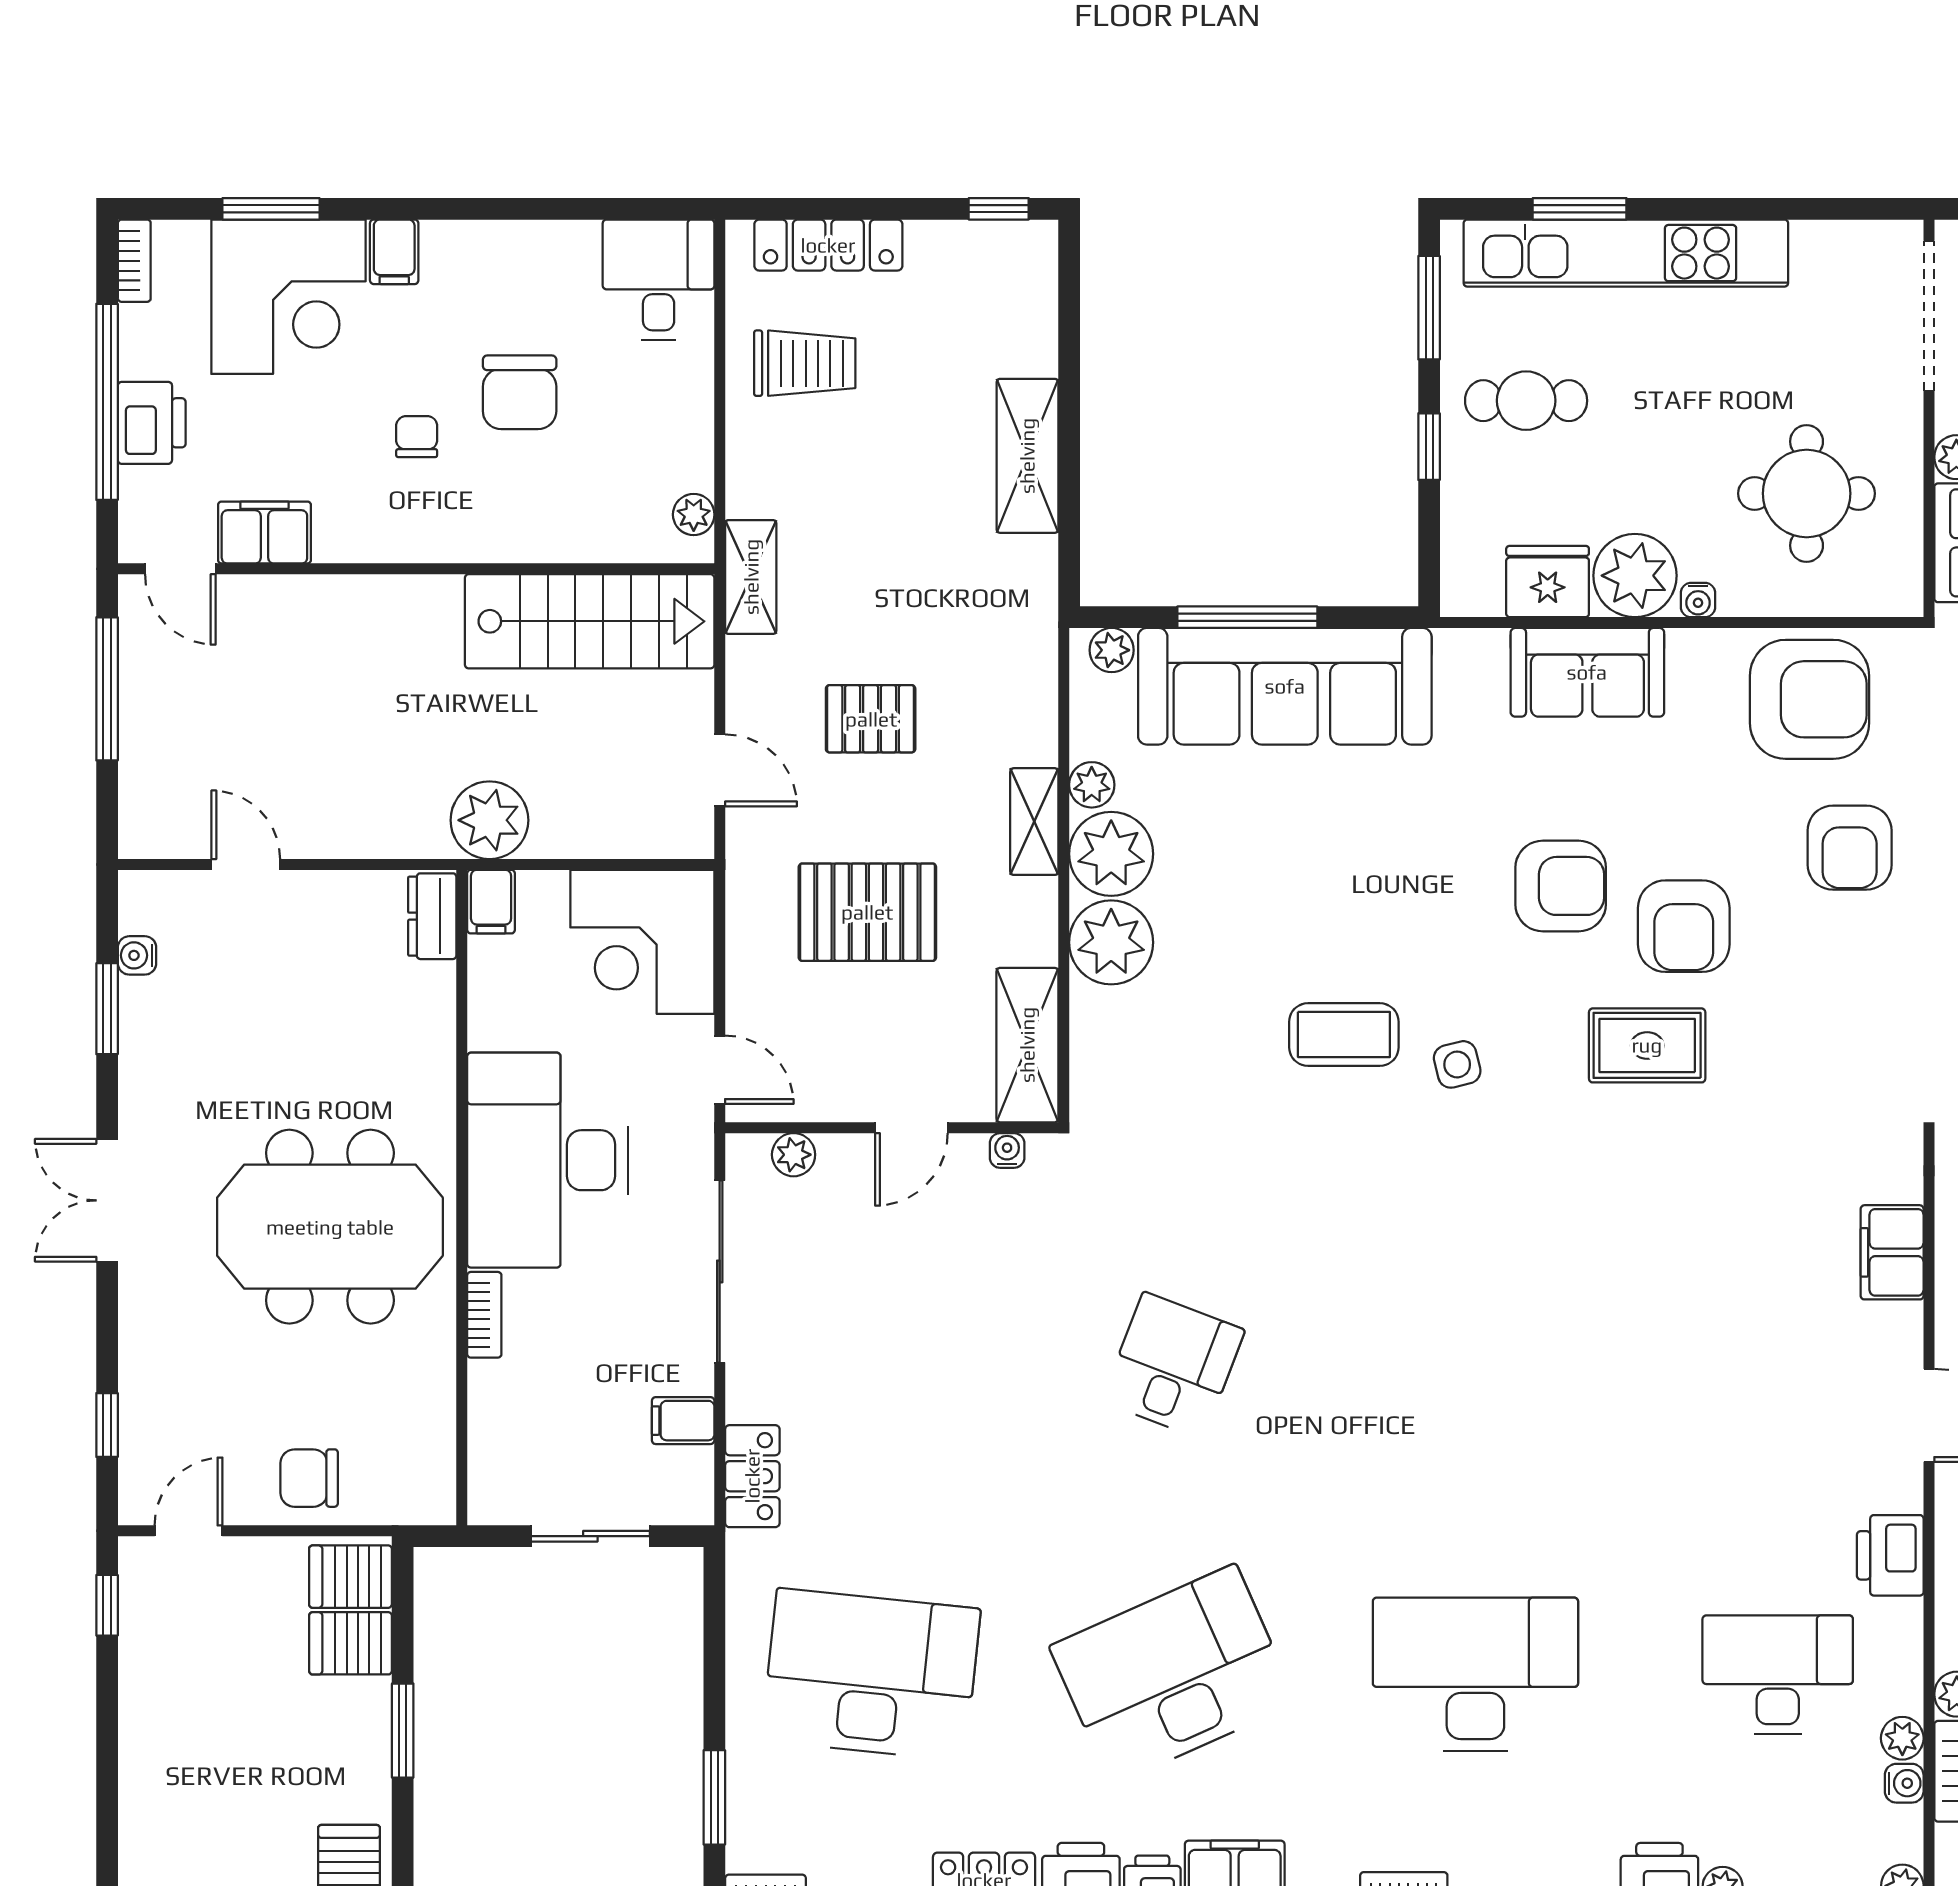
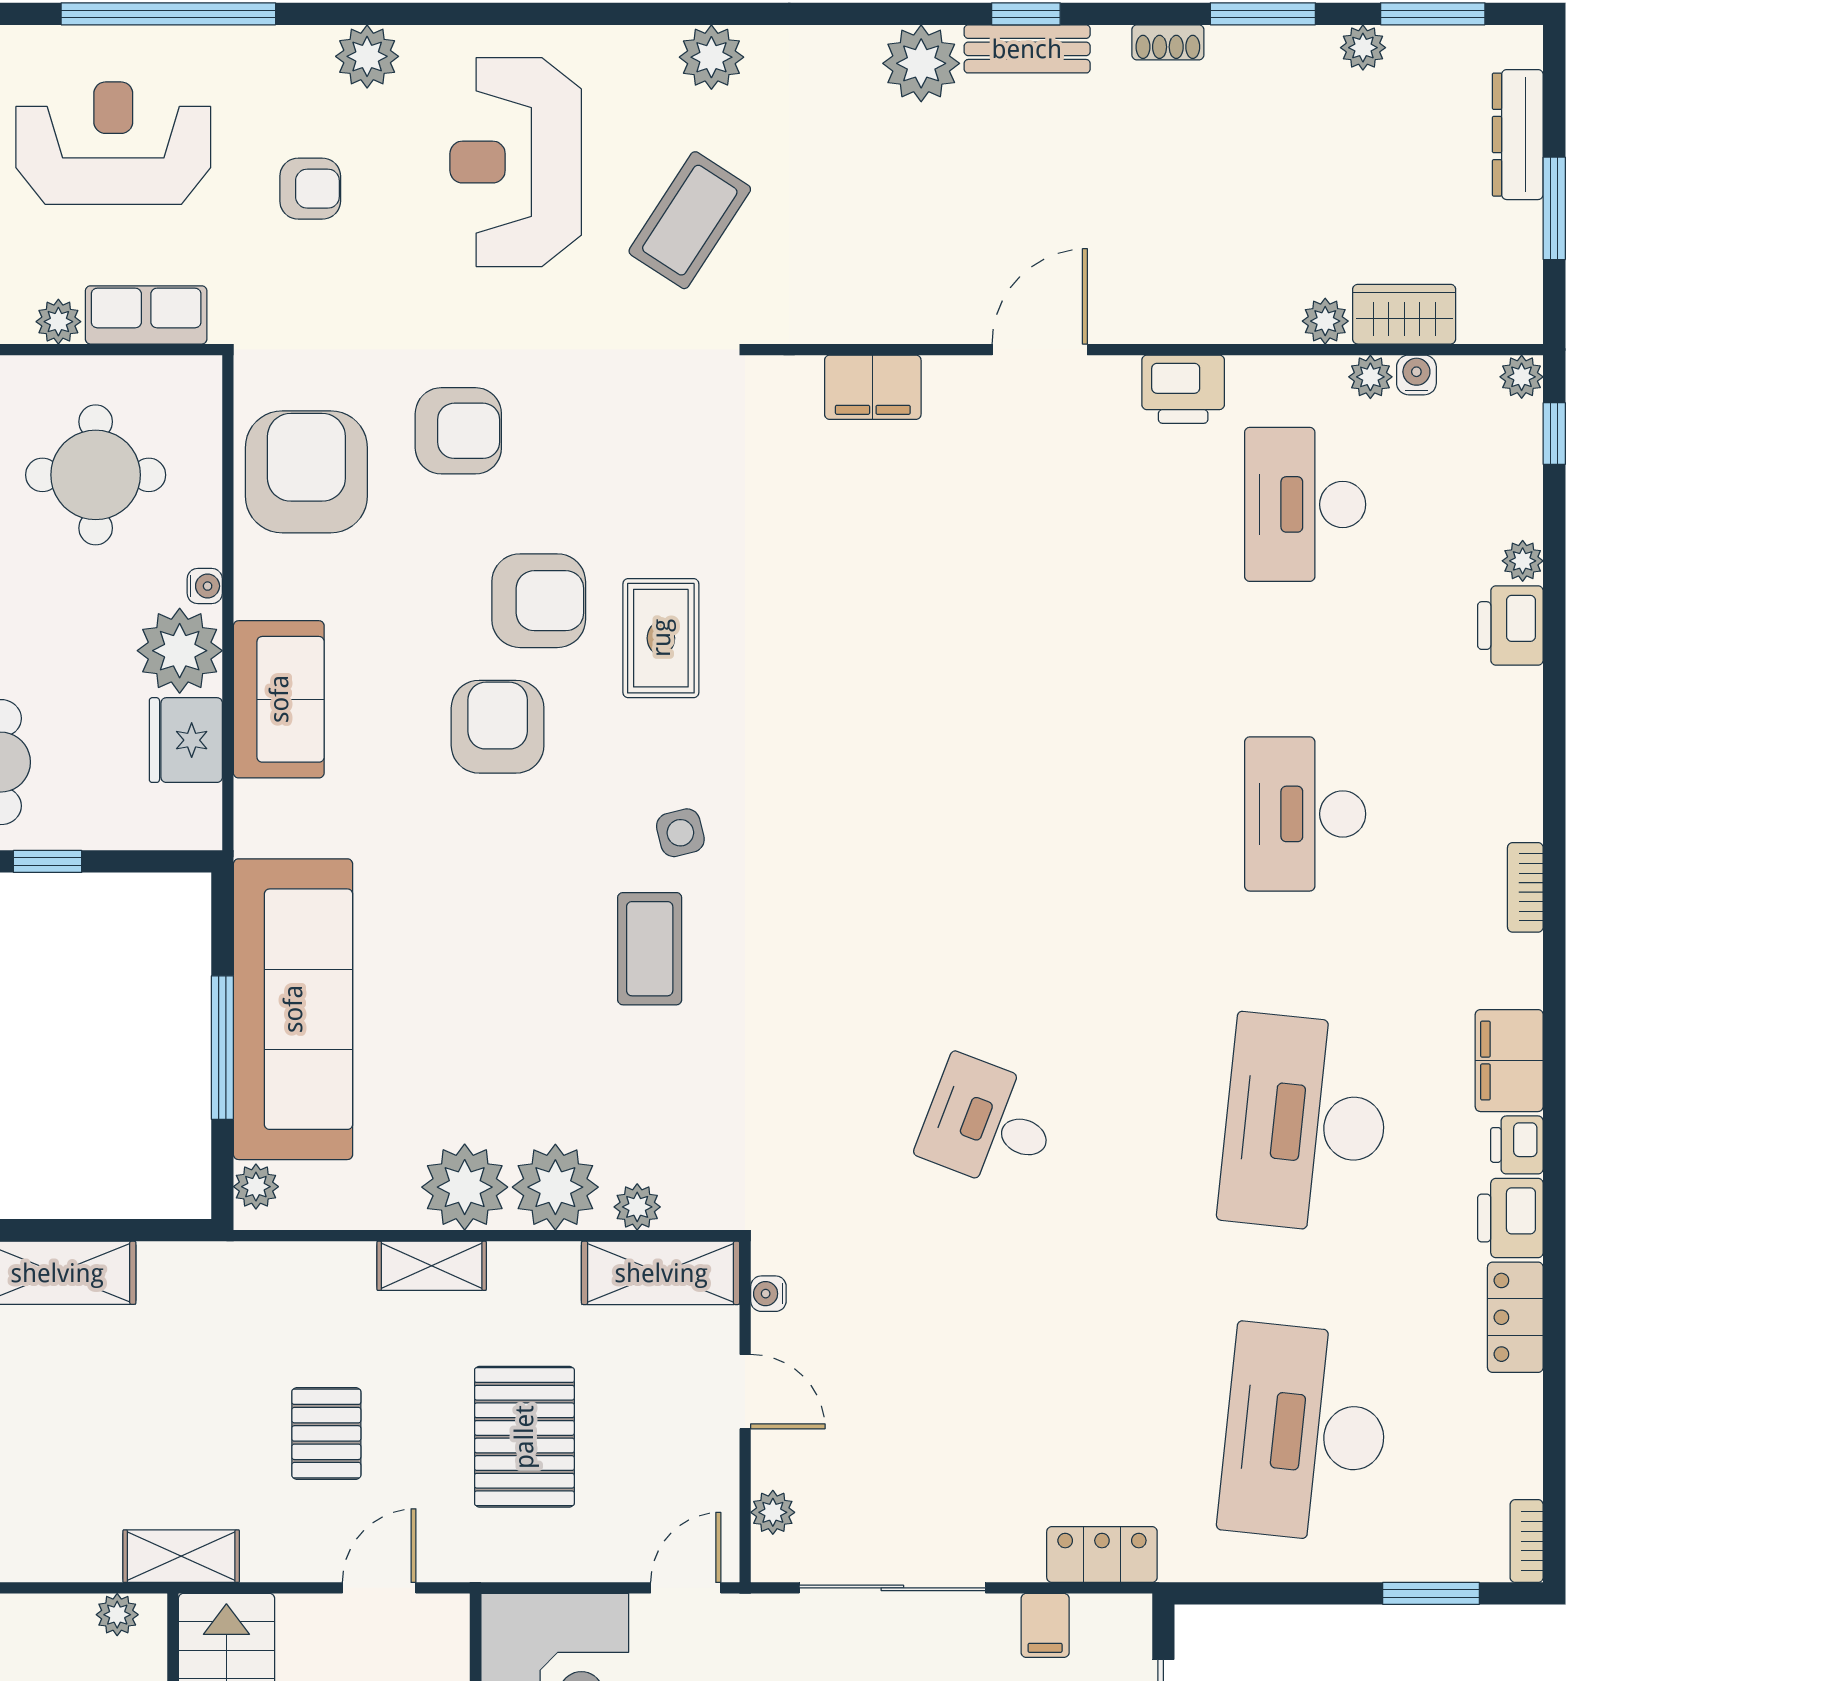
plant: (1092, 785) -> (637, 1207), moved
desk: (1173, 1675) -> (1305, 1124), turned 30
desk: (1475, 1675) -> (1305, 814), width x0.73, depth x0.77

